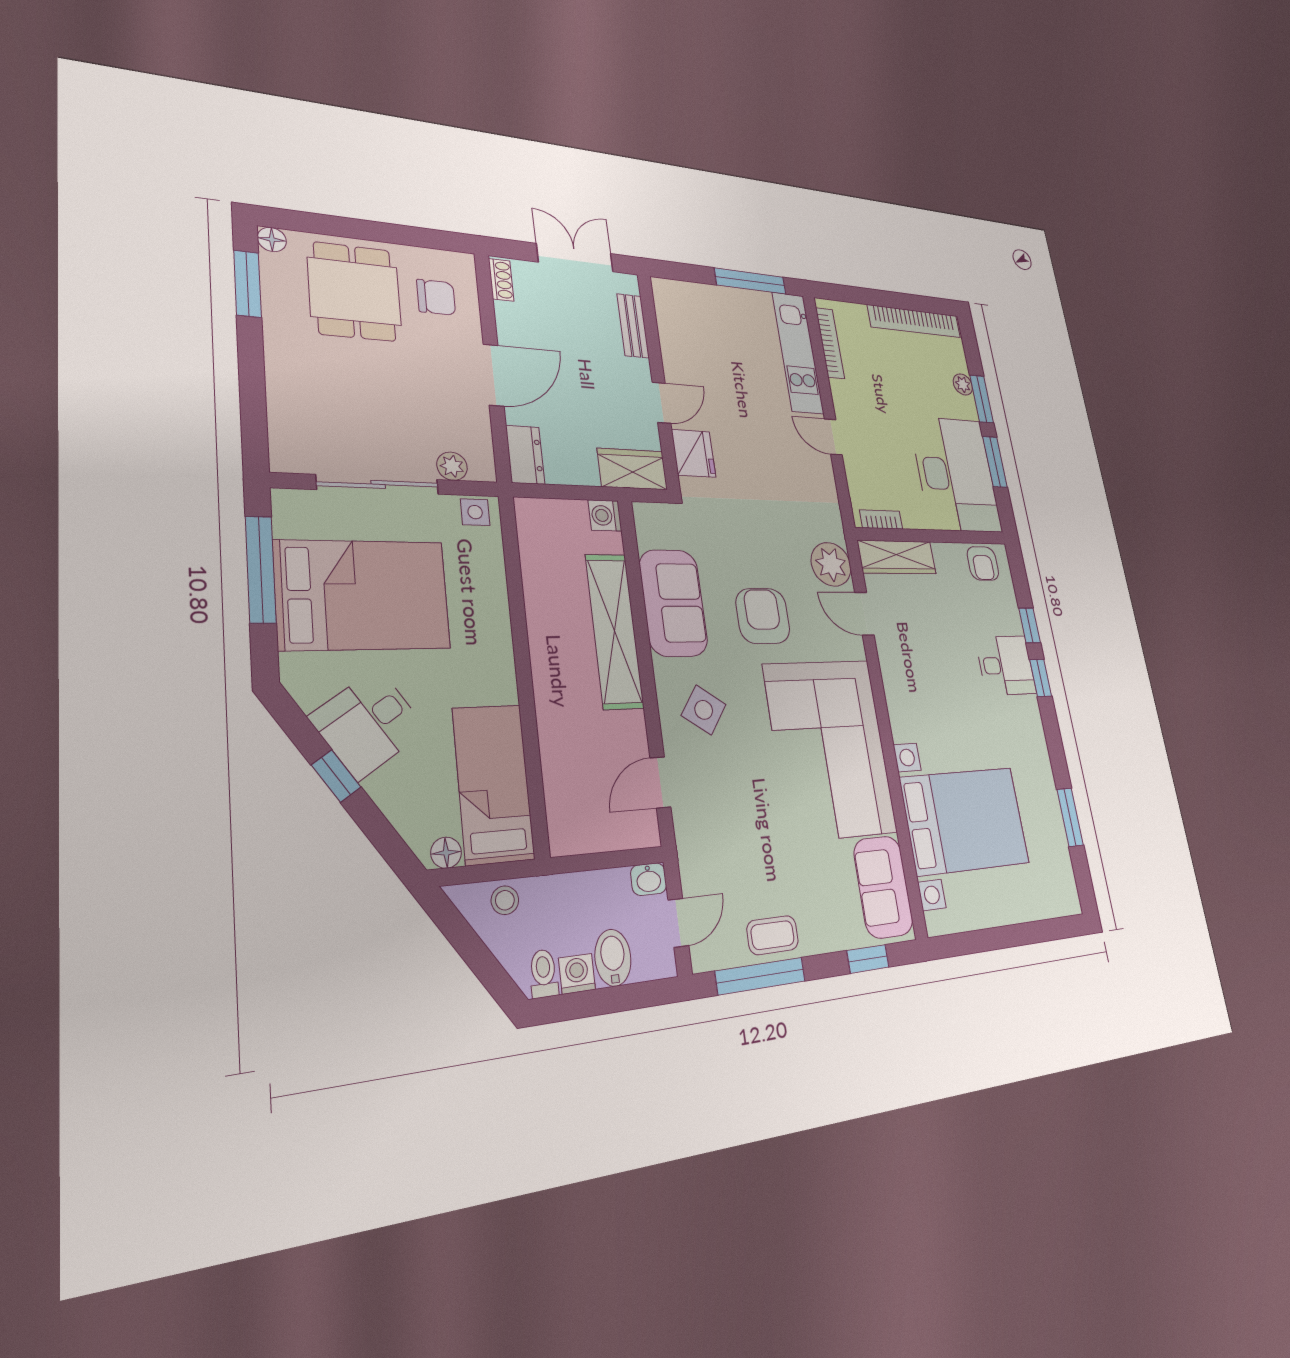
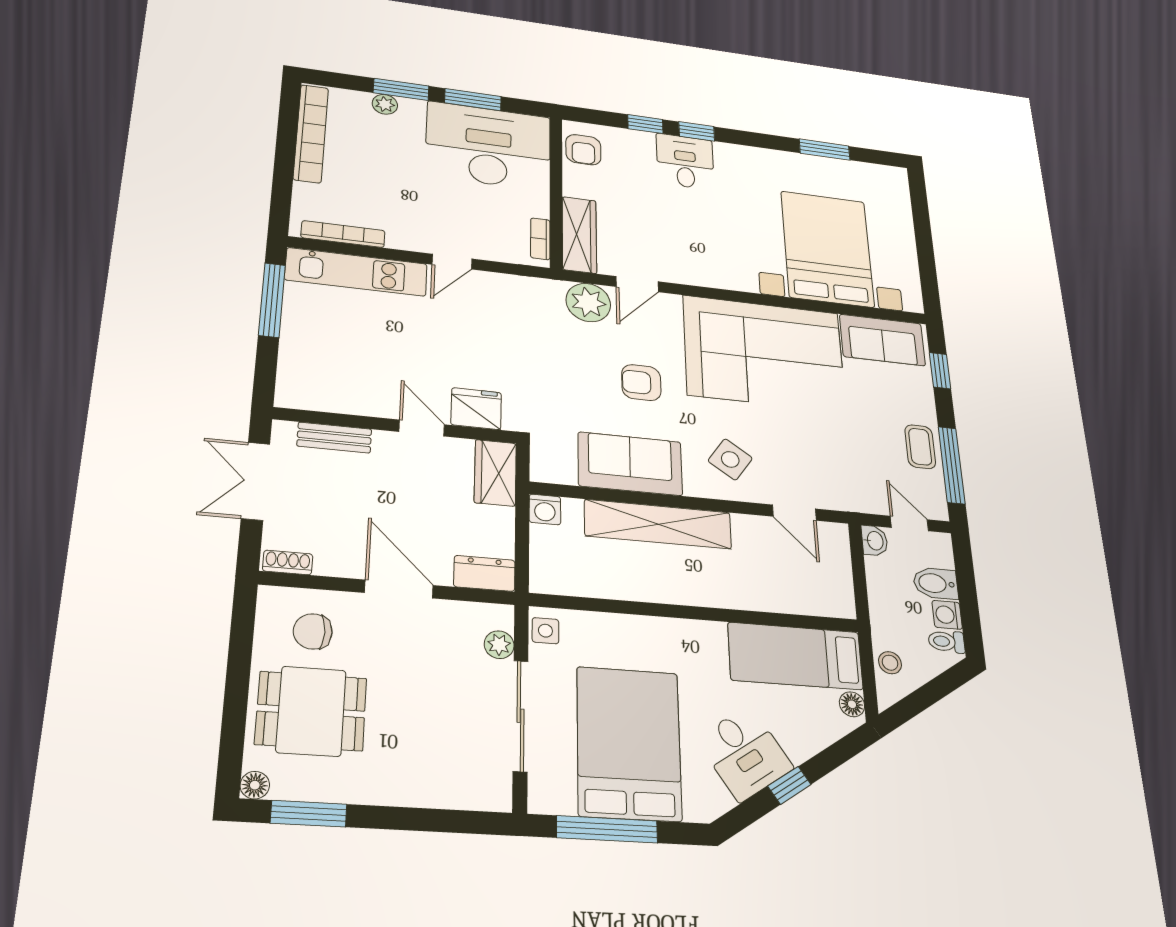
chair: (436, 297) -> (313, 631), turned -90
armchair: (983, 563) -> (583, 150), turned 90
armchair: (763, 616) -> (641, 383), width x0.72, depth x0.72

